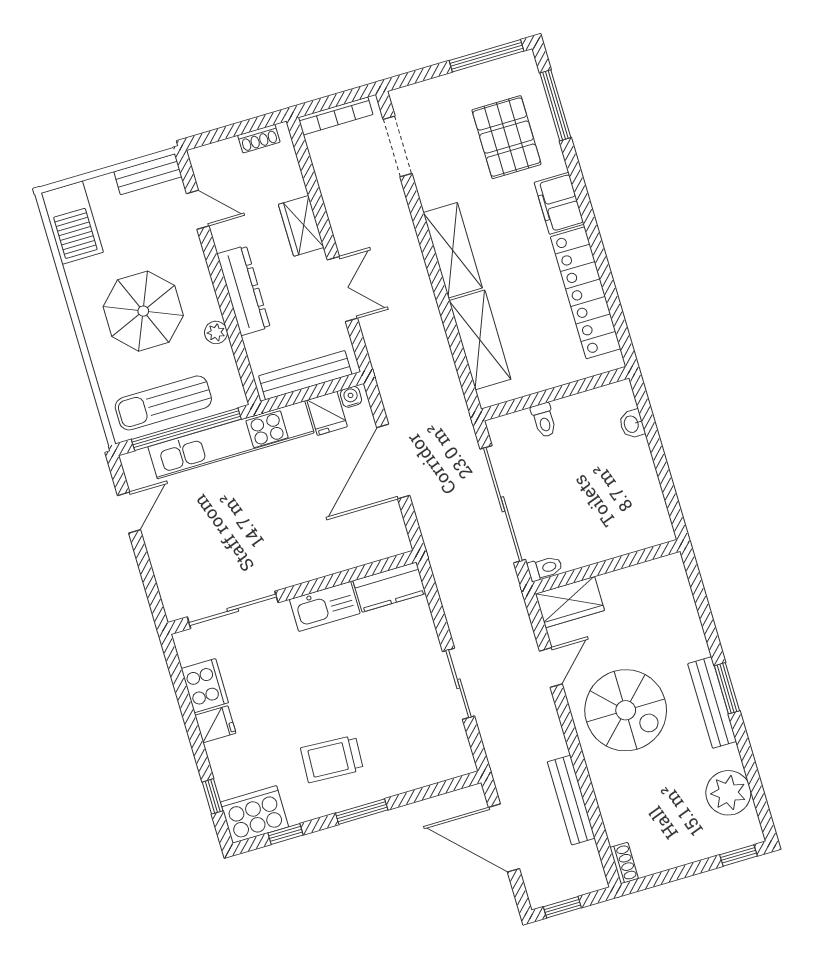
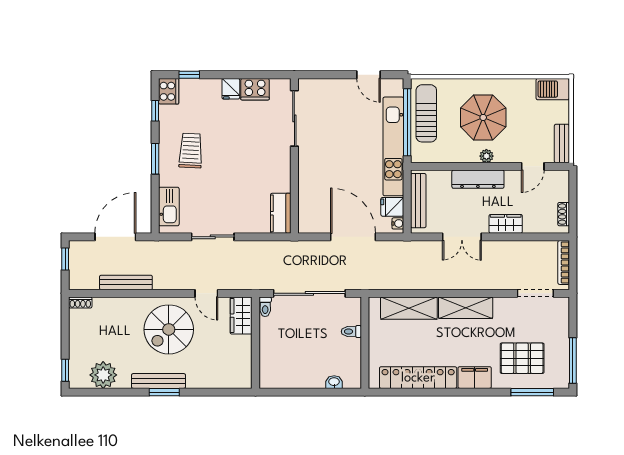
barbecue: (72, 223) -> (553, 89), width x0.73, depth x0.83
plant: (216, 332) -> (486, 156), moved
kitchen sink: (325, 606) -> (169, 207), moved, turned 180
cooker: (255, 814) -> (169, 91), width x0.73, depth x0.76

